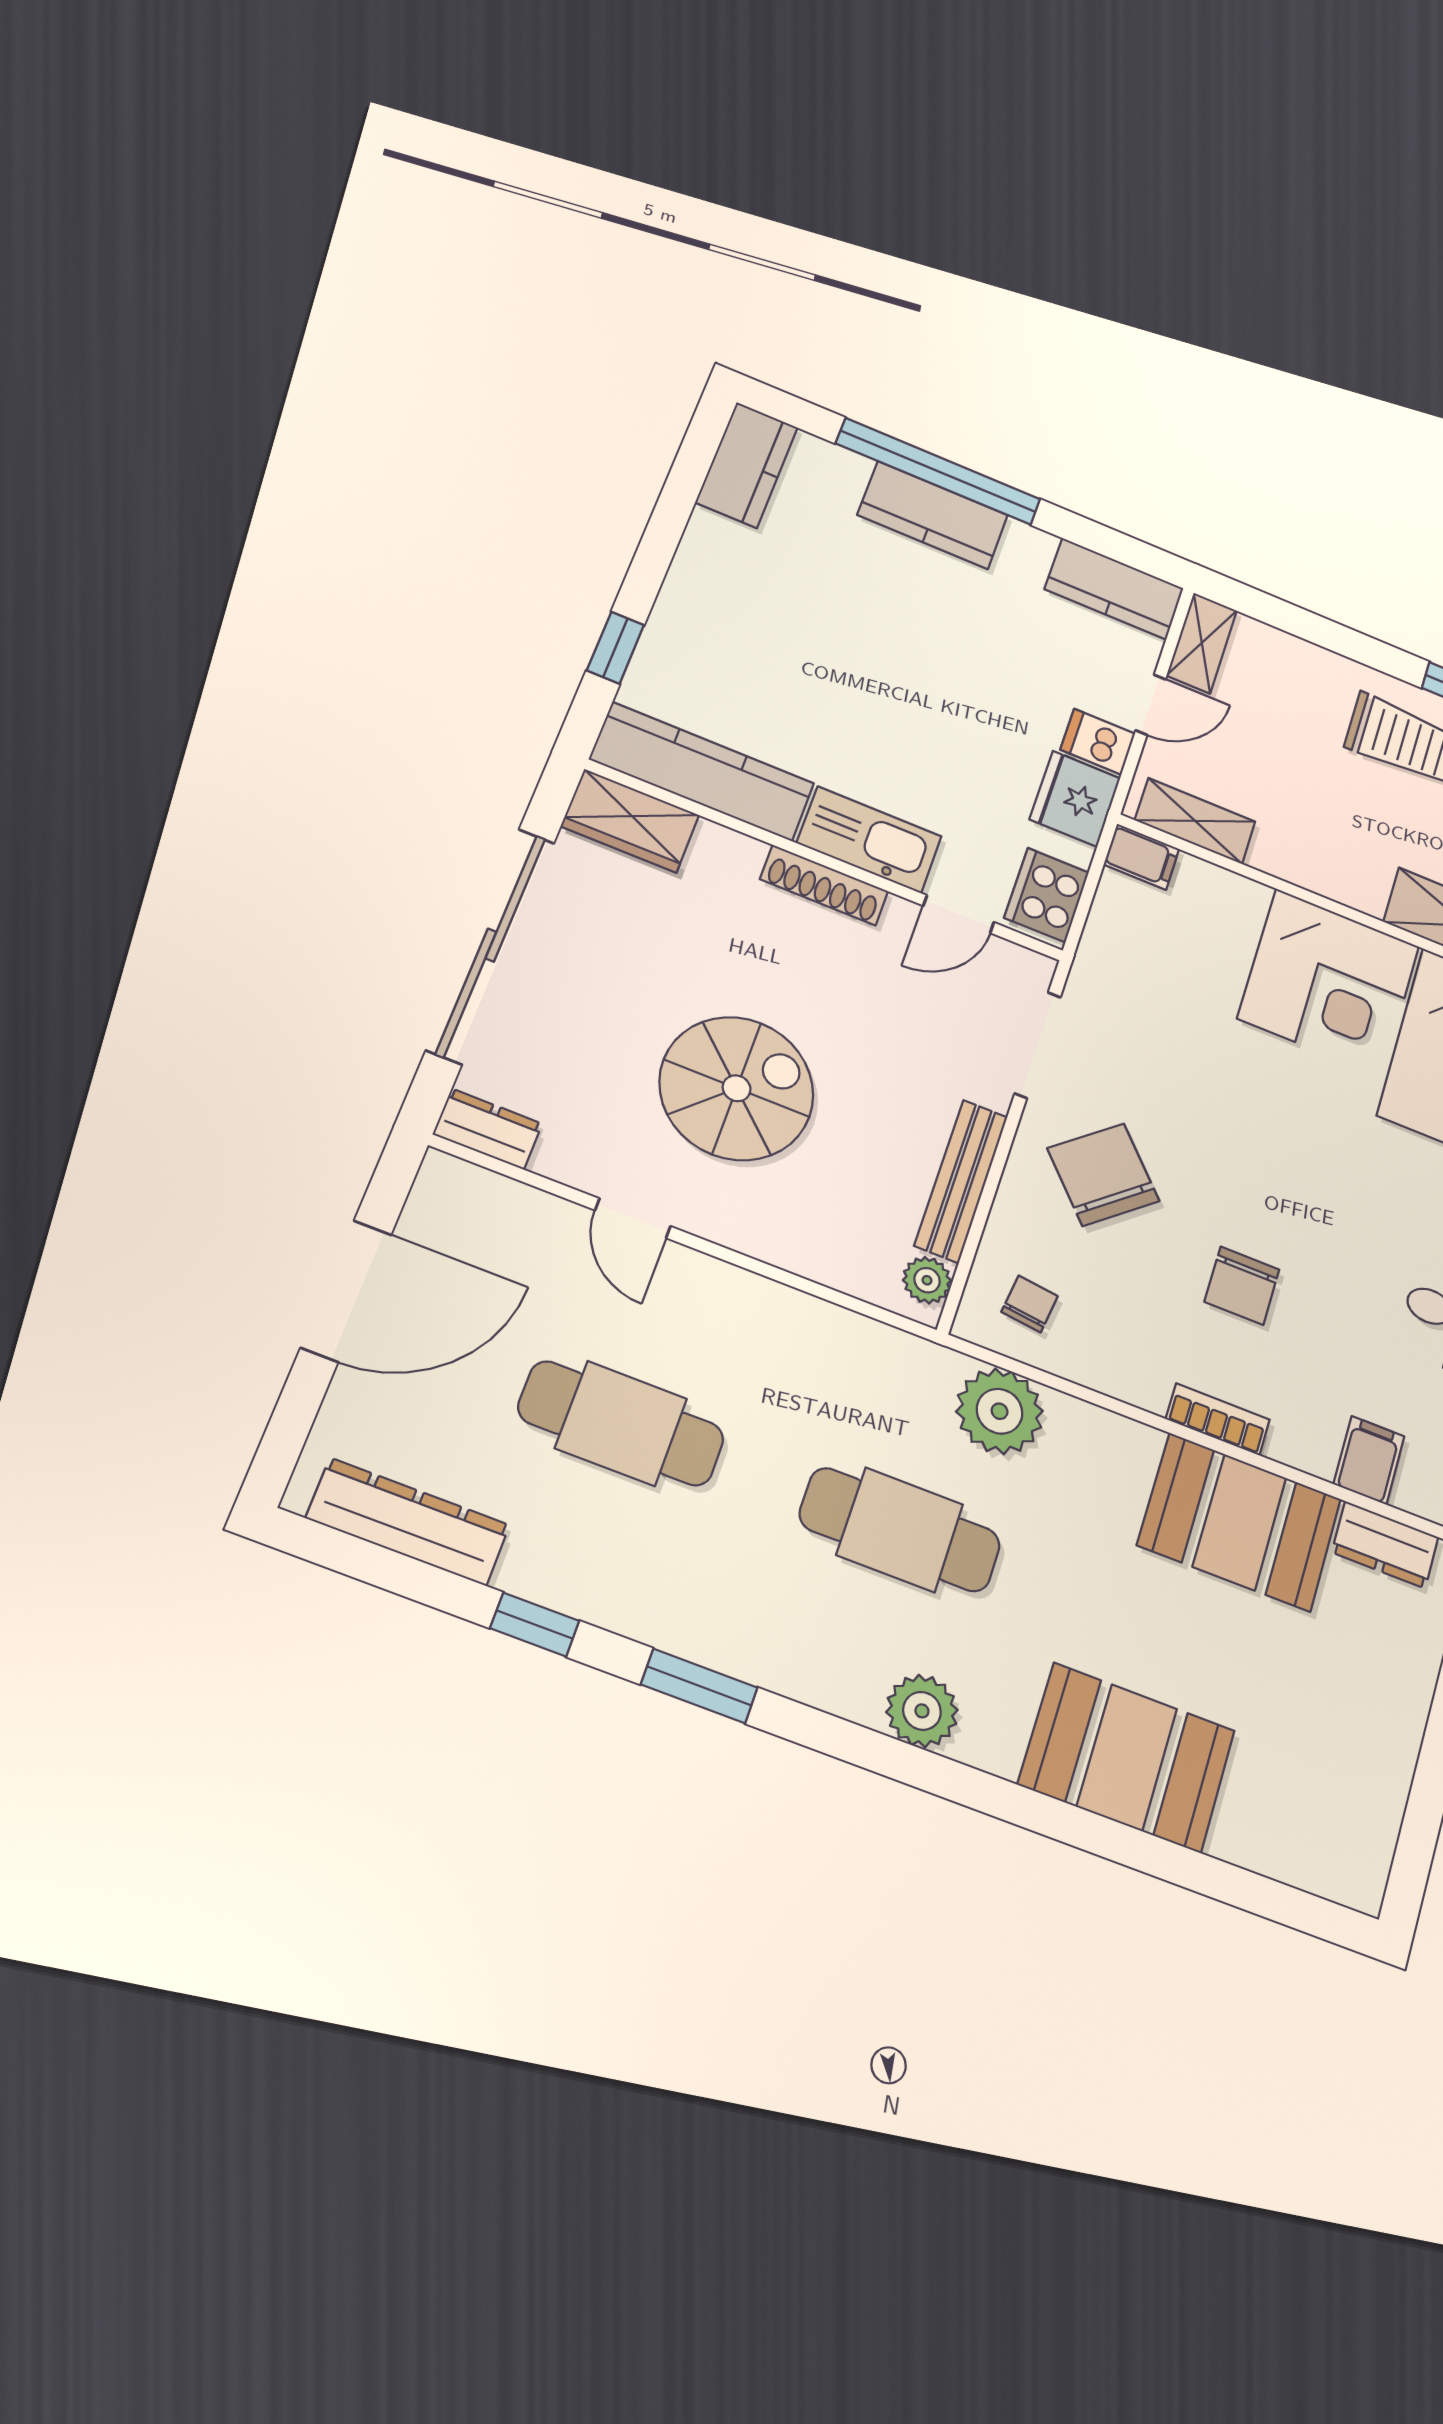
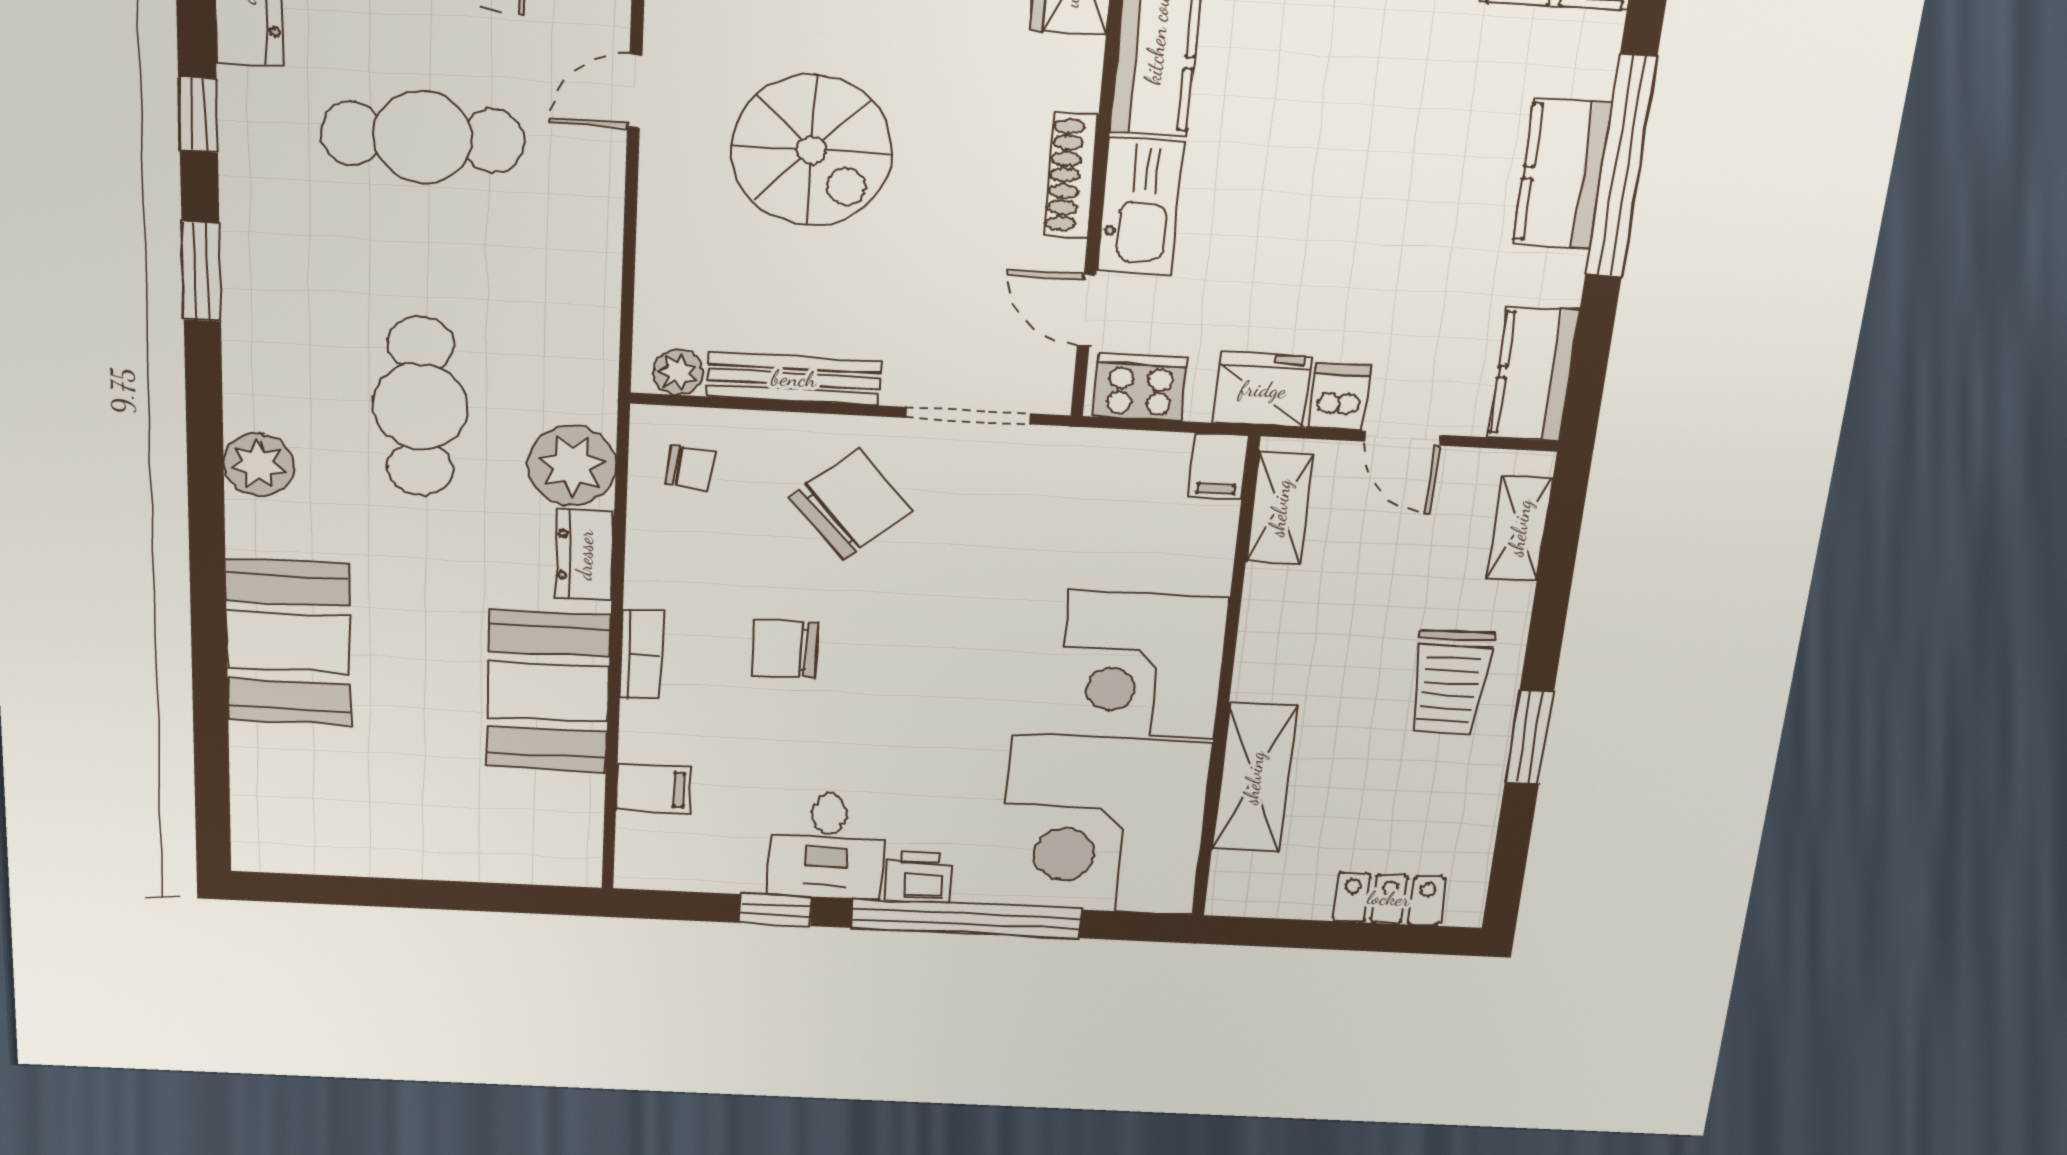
shelving: (1202, 643) -> (1520, 528), moved, turned 90
cafe table: (621, 1423) -> (422, 137), turned 90
dresser: (1385, 1545) -> (585, 555), moved

